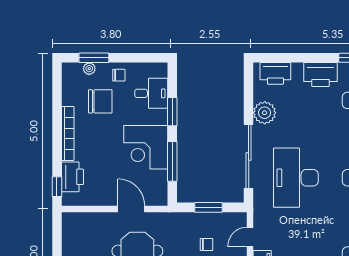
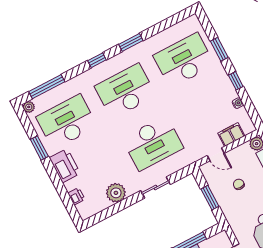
printer: (275, 73) -> (76, 196), width x0.53, depth x0.68
sliding door: (249, 157) -> (155, 187), width x0.54

